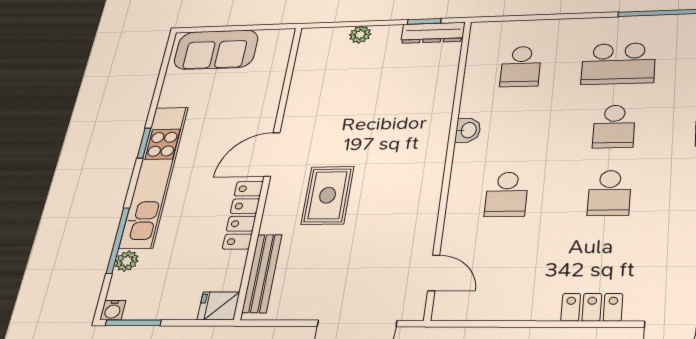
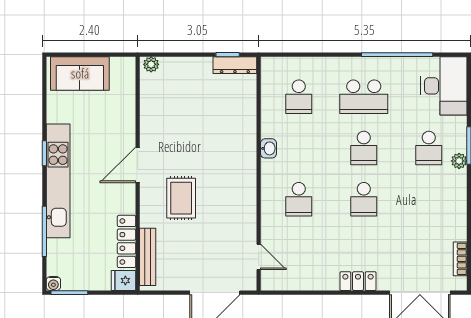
plant: (360, 35) -> (151, 64), moved
locker: (243, 215) -> (127, 241), moved
plant: (127, 261) -> (54, 247), removed

